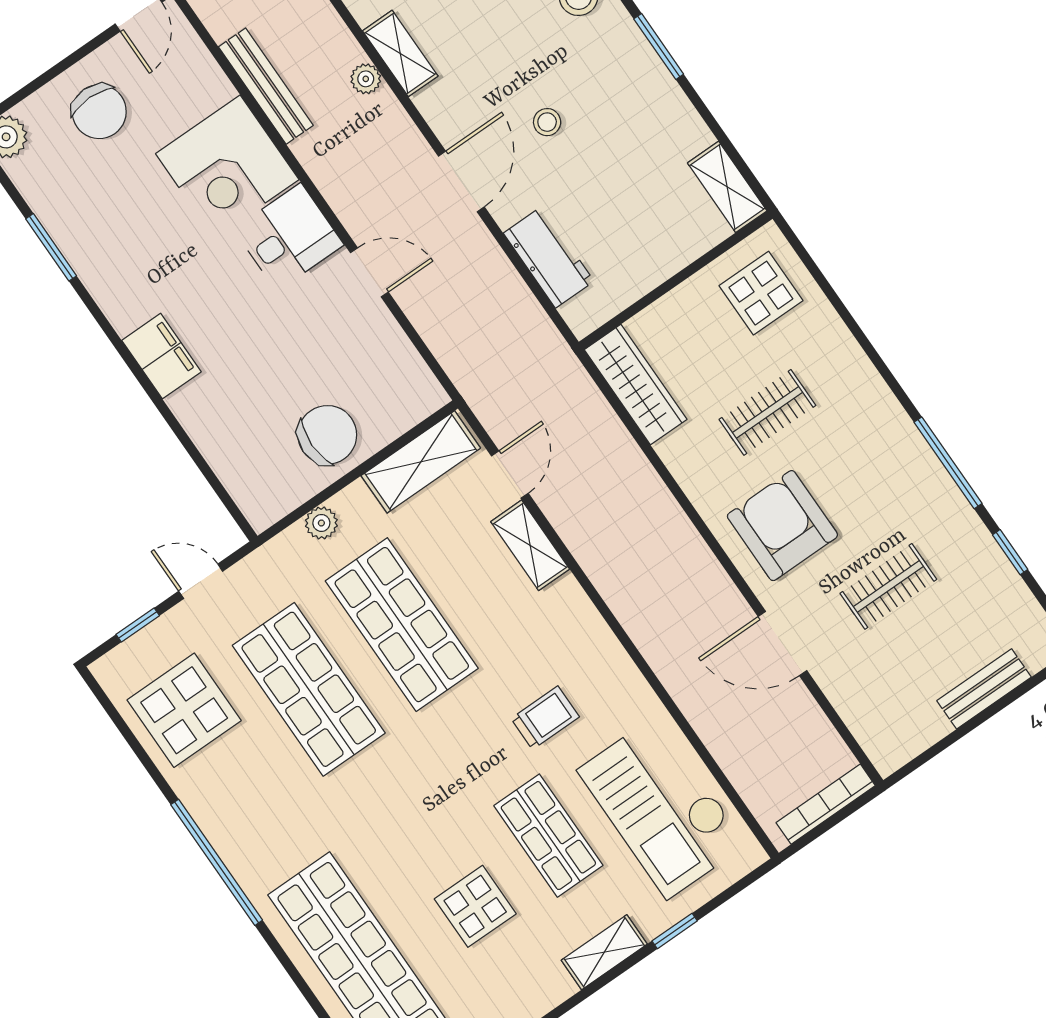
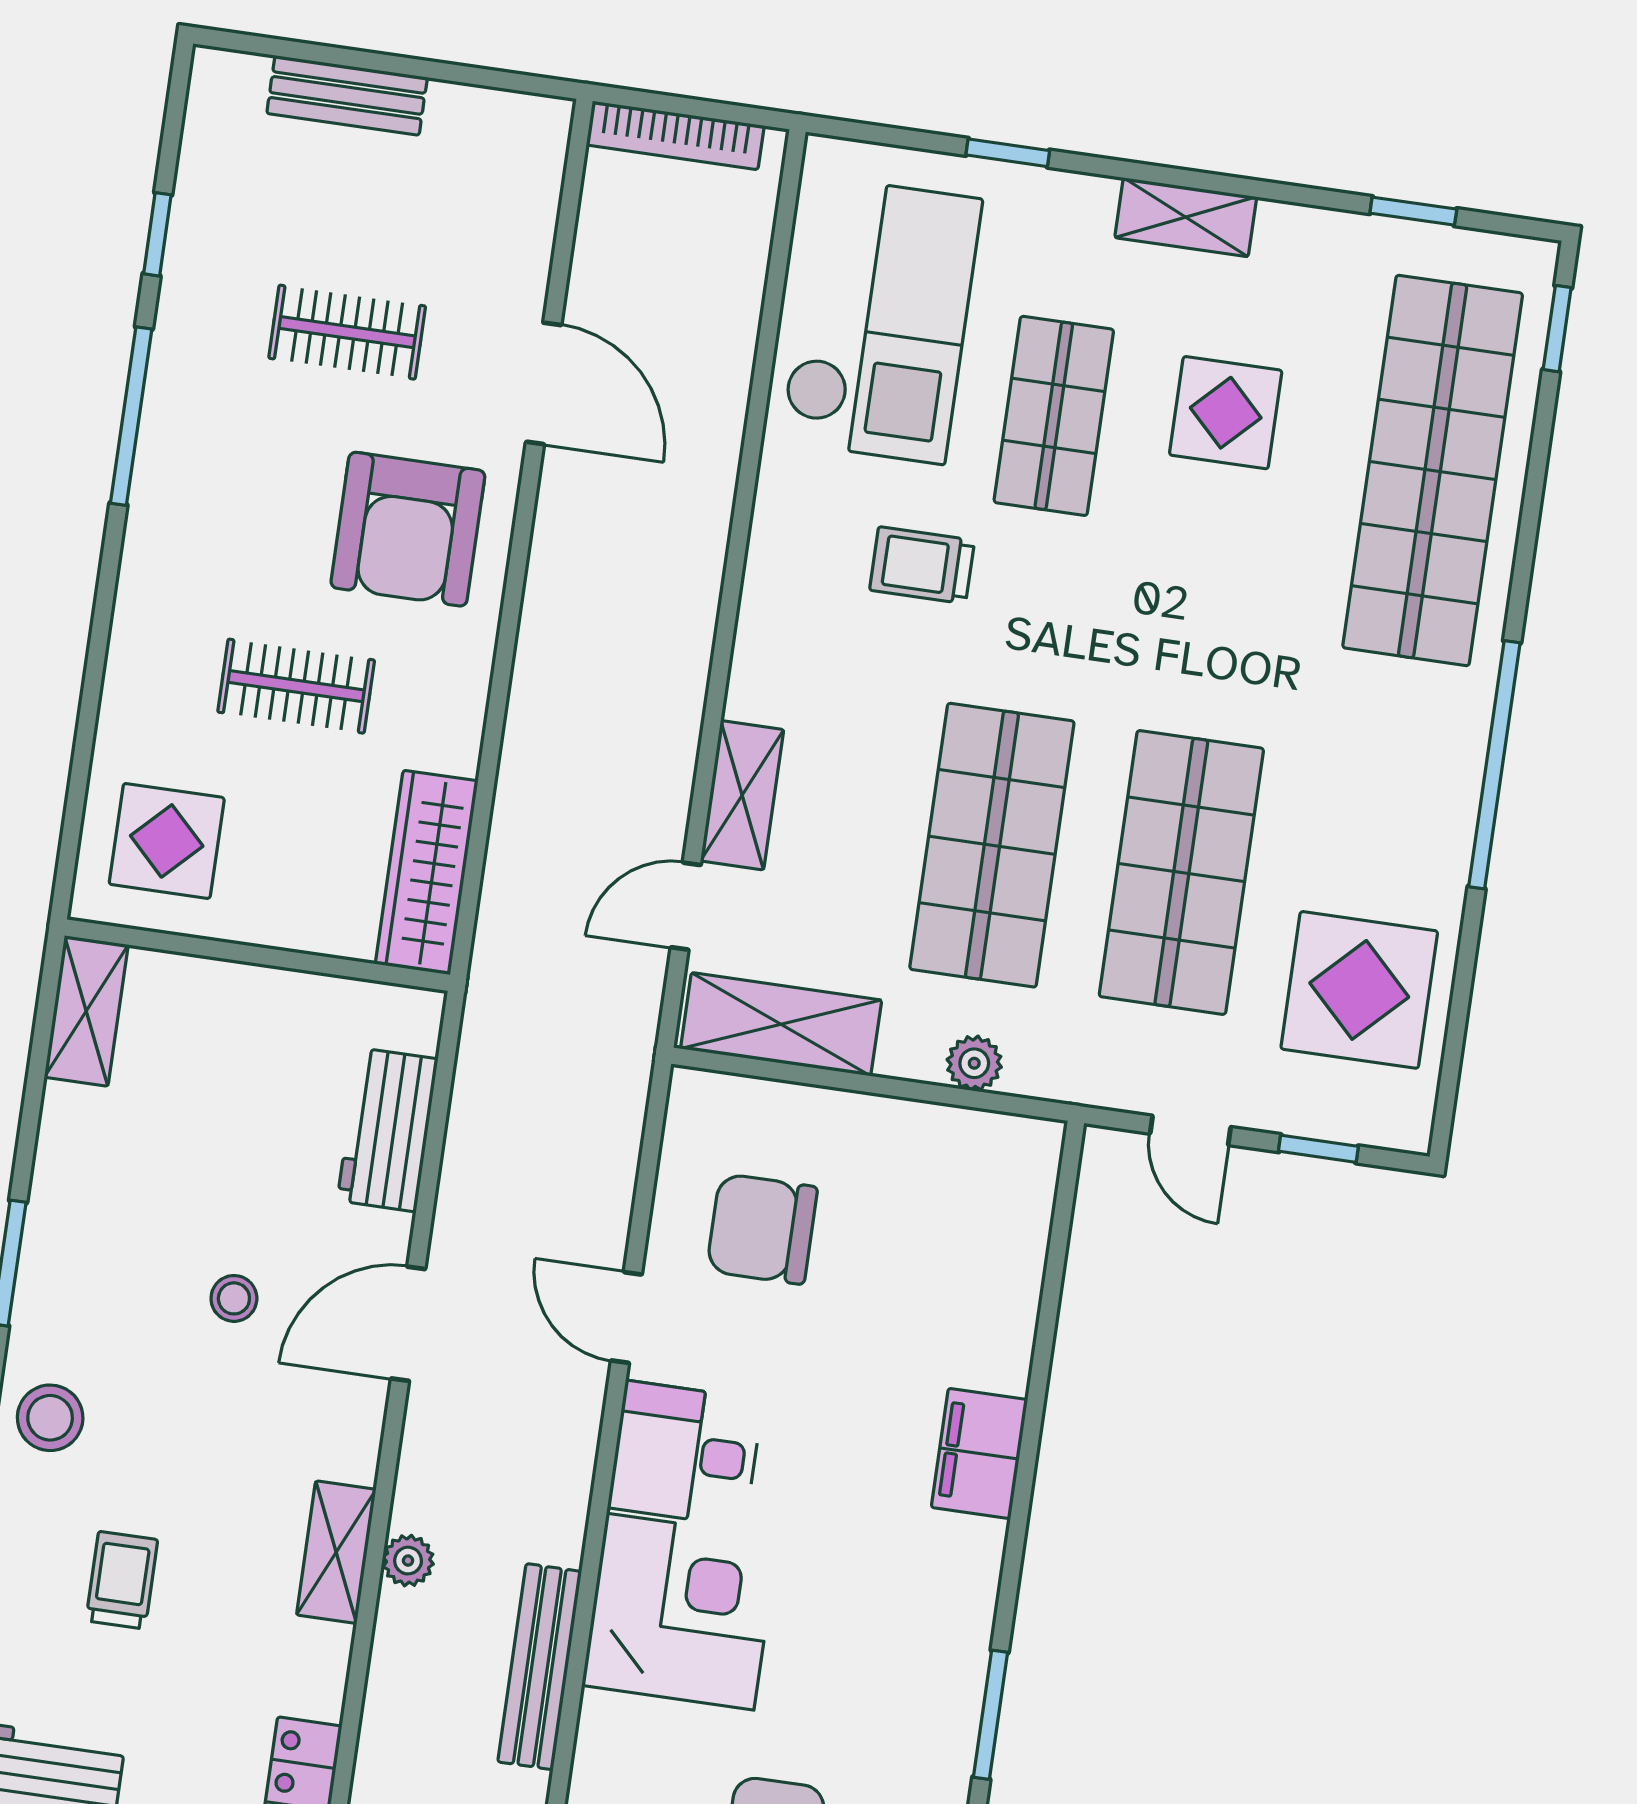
chair: (327, 435) -> (762, 1229), moved
shelving: (604, 952) -> (1186, 217), moved

